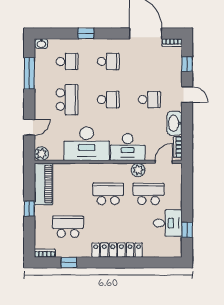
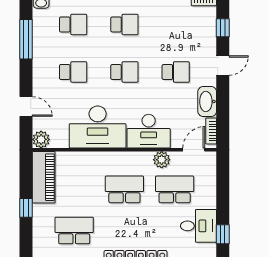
door: (187, 94) -> (223, 65), hinge flipped
school desk: (67, 100) -> (73, 72), width x0.54
door: (29, 127) -> (26, 106), hinge flipped

